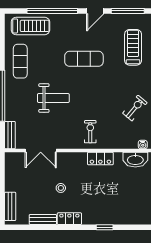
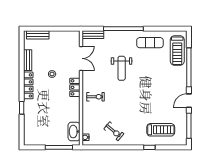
door: (95, 11) -> (189, 101), hinge flipped
exercise mat: (84, 59) -> (152, 92), removed
double door: (41, 151) -> (81, 58), swing flipped
locker: (100, 159) -> (75, 87), moved
locker: (69, 219) -> (28, 85), width x1.53

